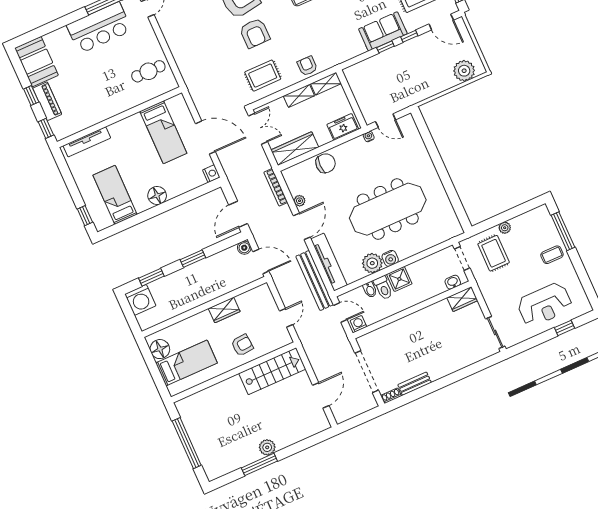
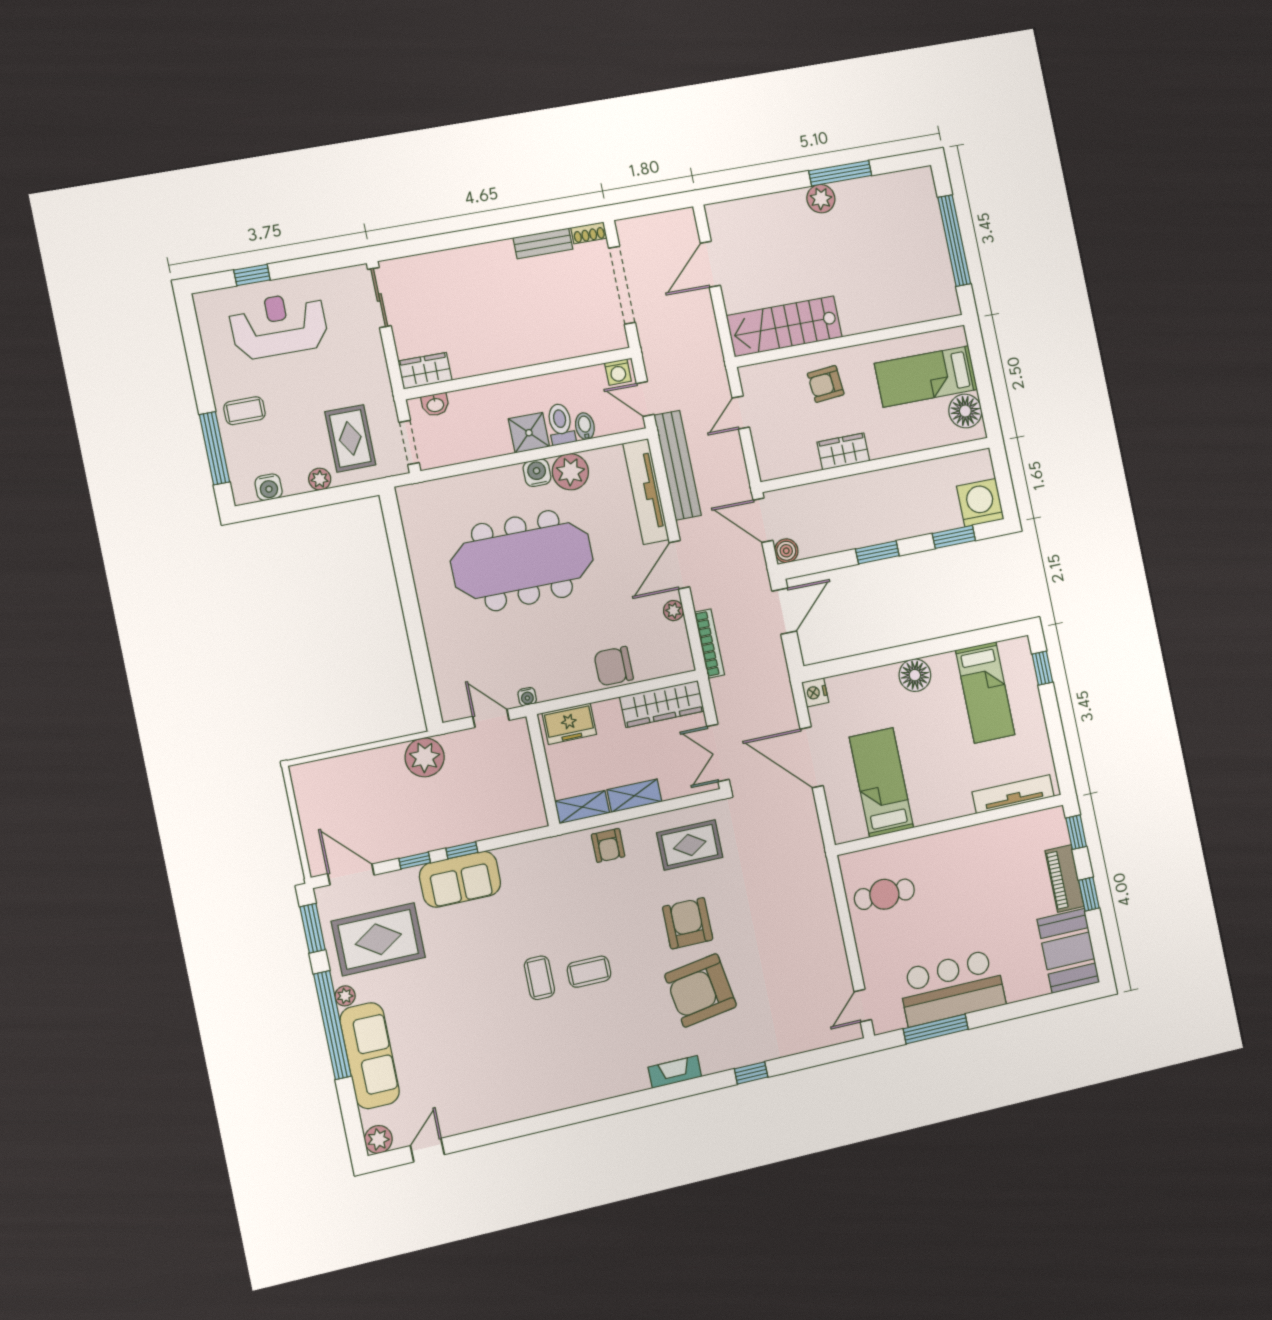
plant: (464, 71) -> (425, 757), moved
water cooler: (530, 217) -> (269, 487), added

